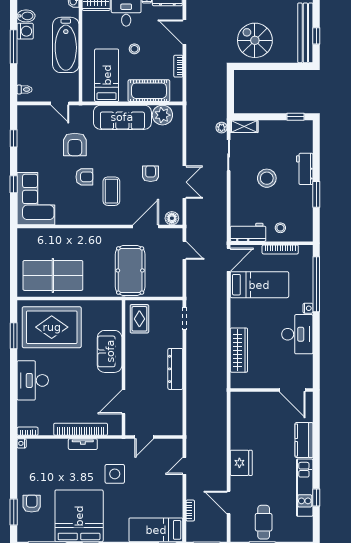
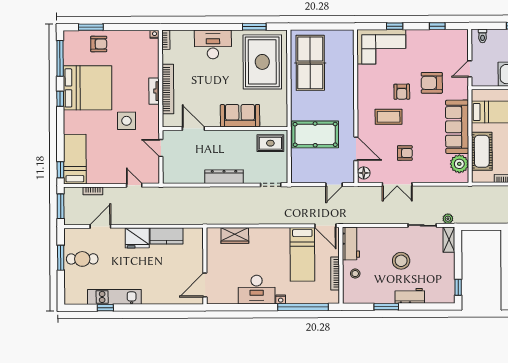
wardrobe: (239, 350) -> (235, 236), width x0.67
kitchen counter: (304, 440) -> (166, 236), moved, turned 180

